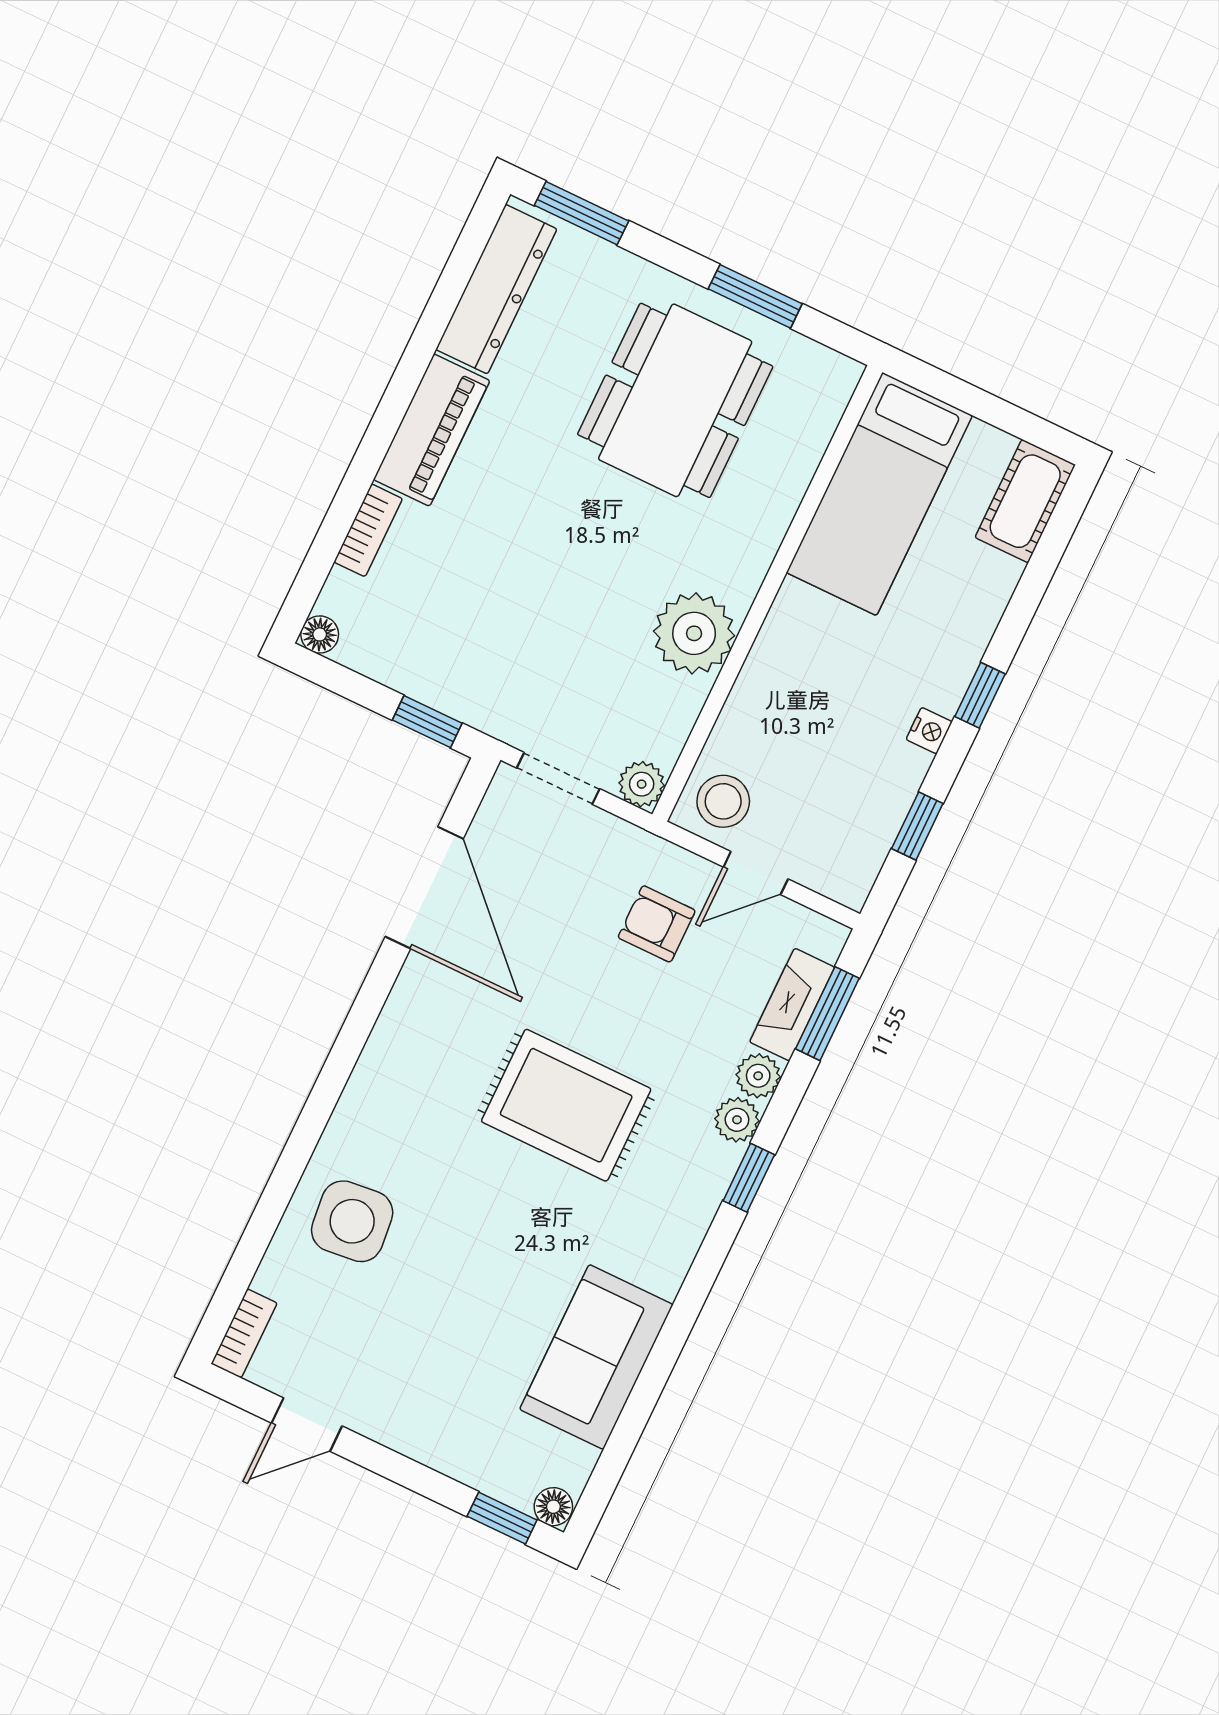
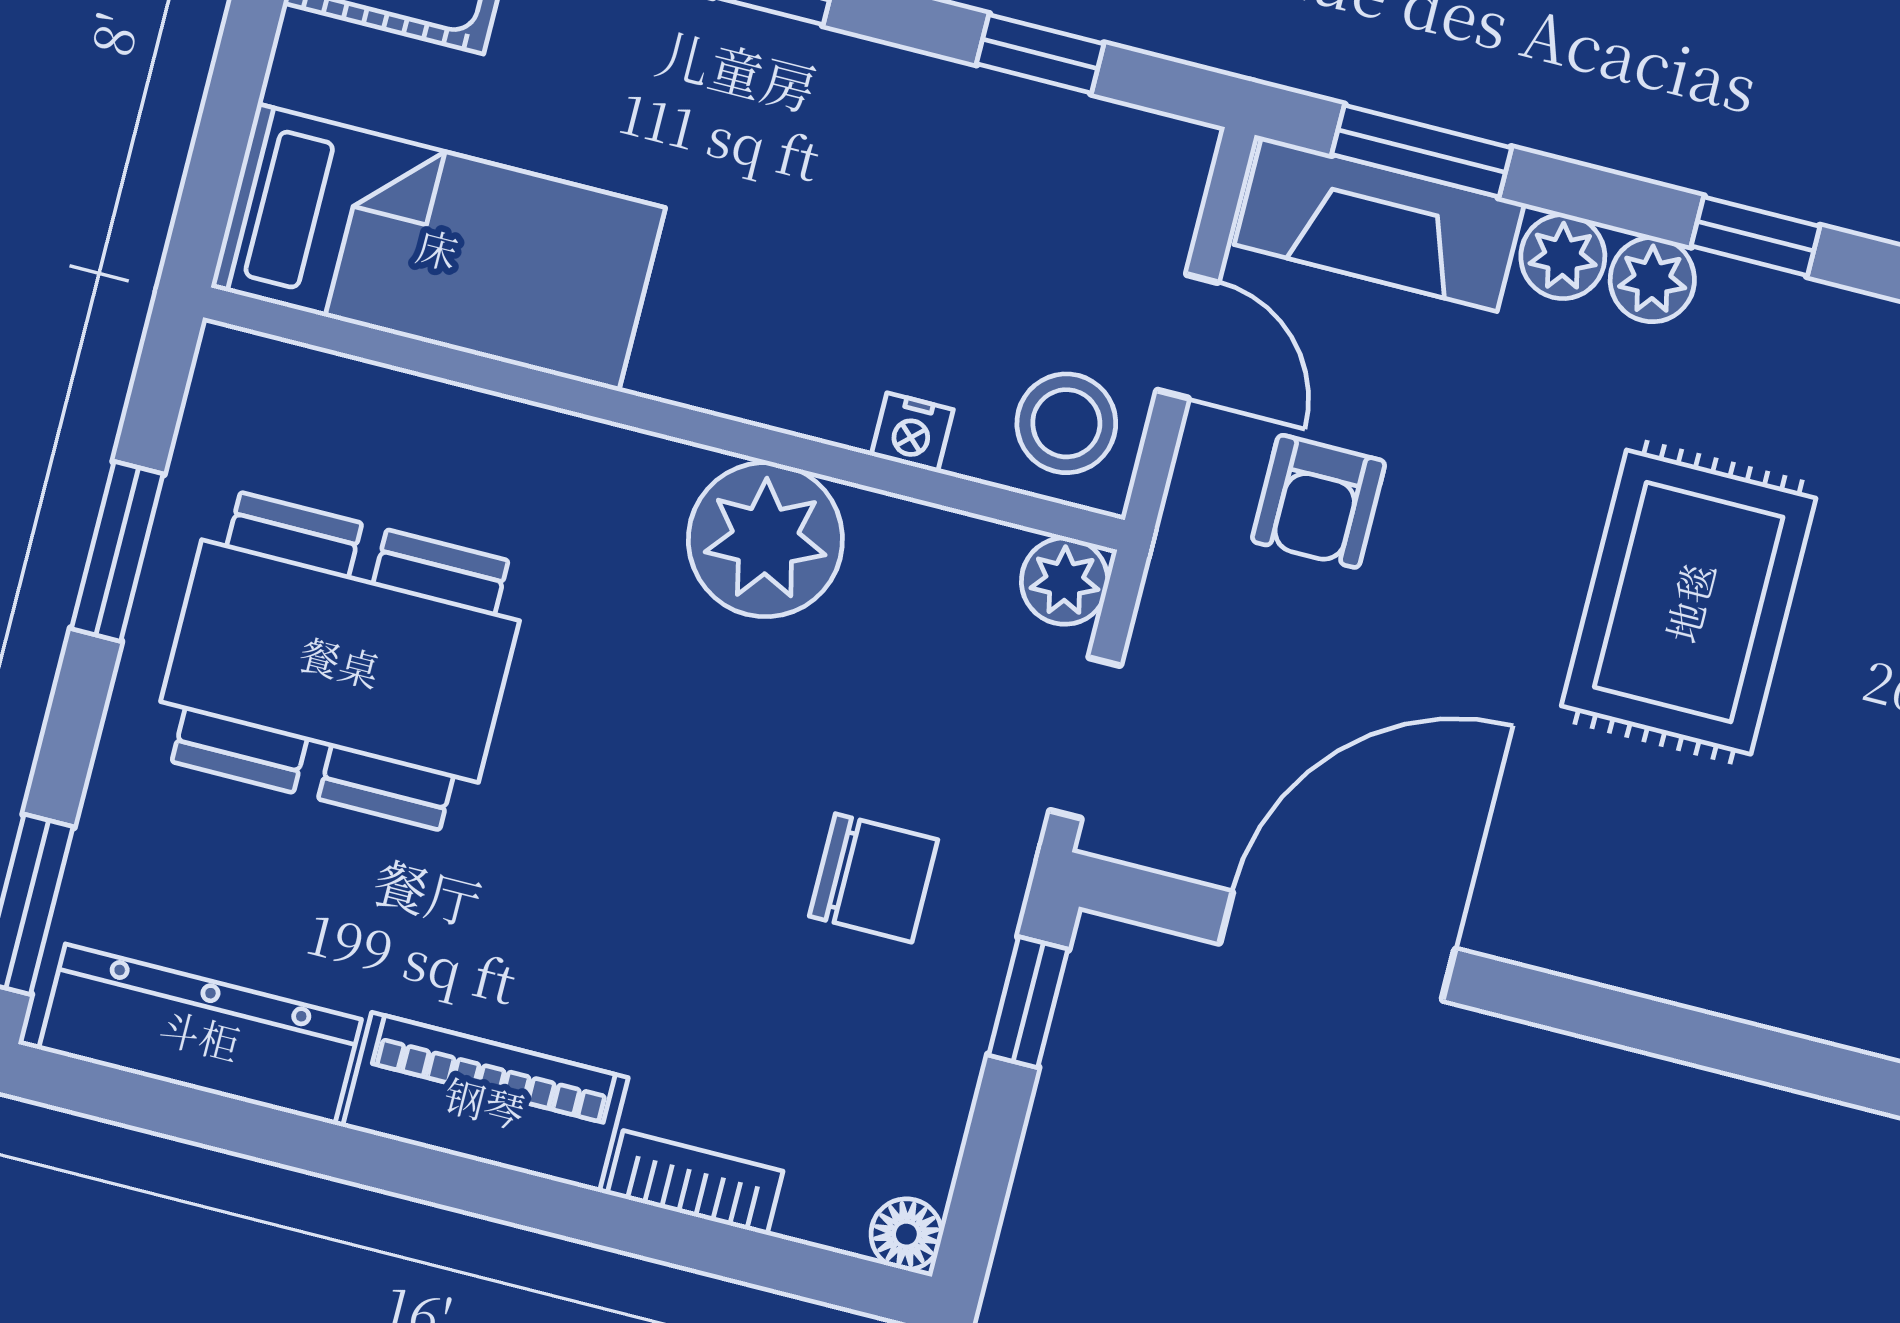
chair: (508, 654) -> (874, 878), added
nightstand: (929, 731) -> (912, 433), moved, turned 180
fireplace: (792, 1005) -> (1379, 224), width x1.37, depth x1.32

